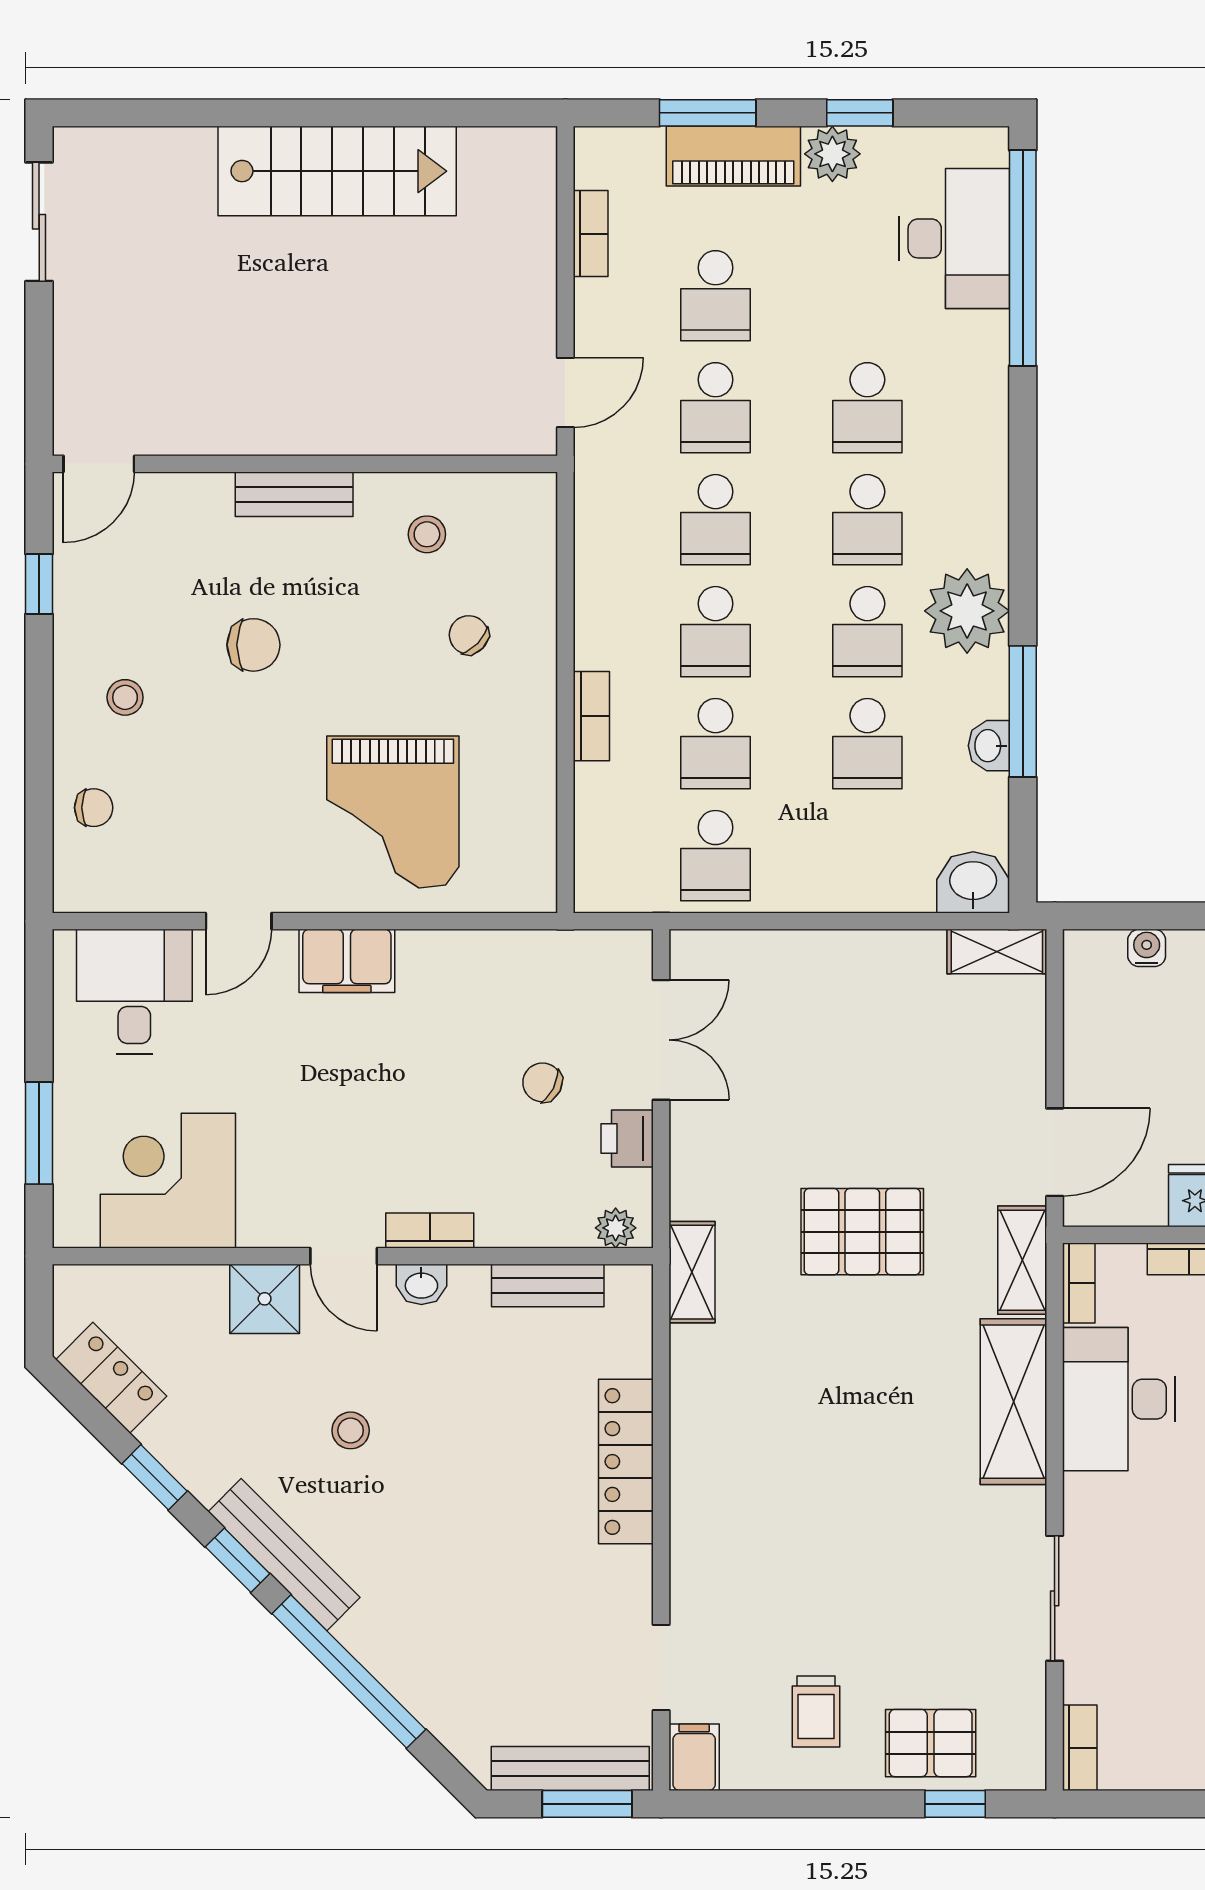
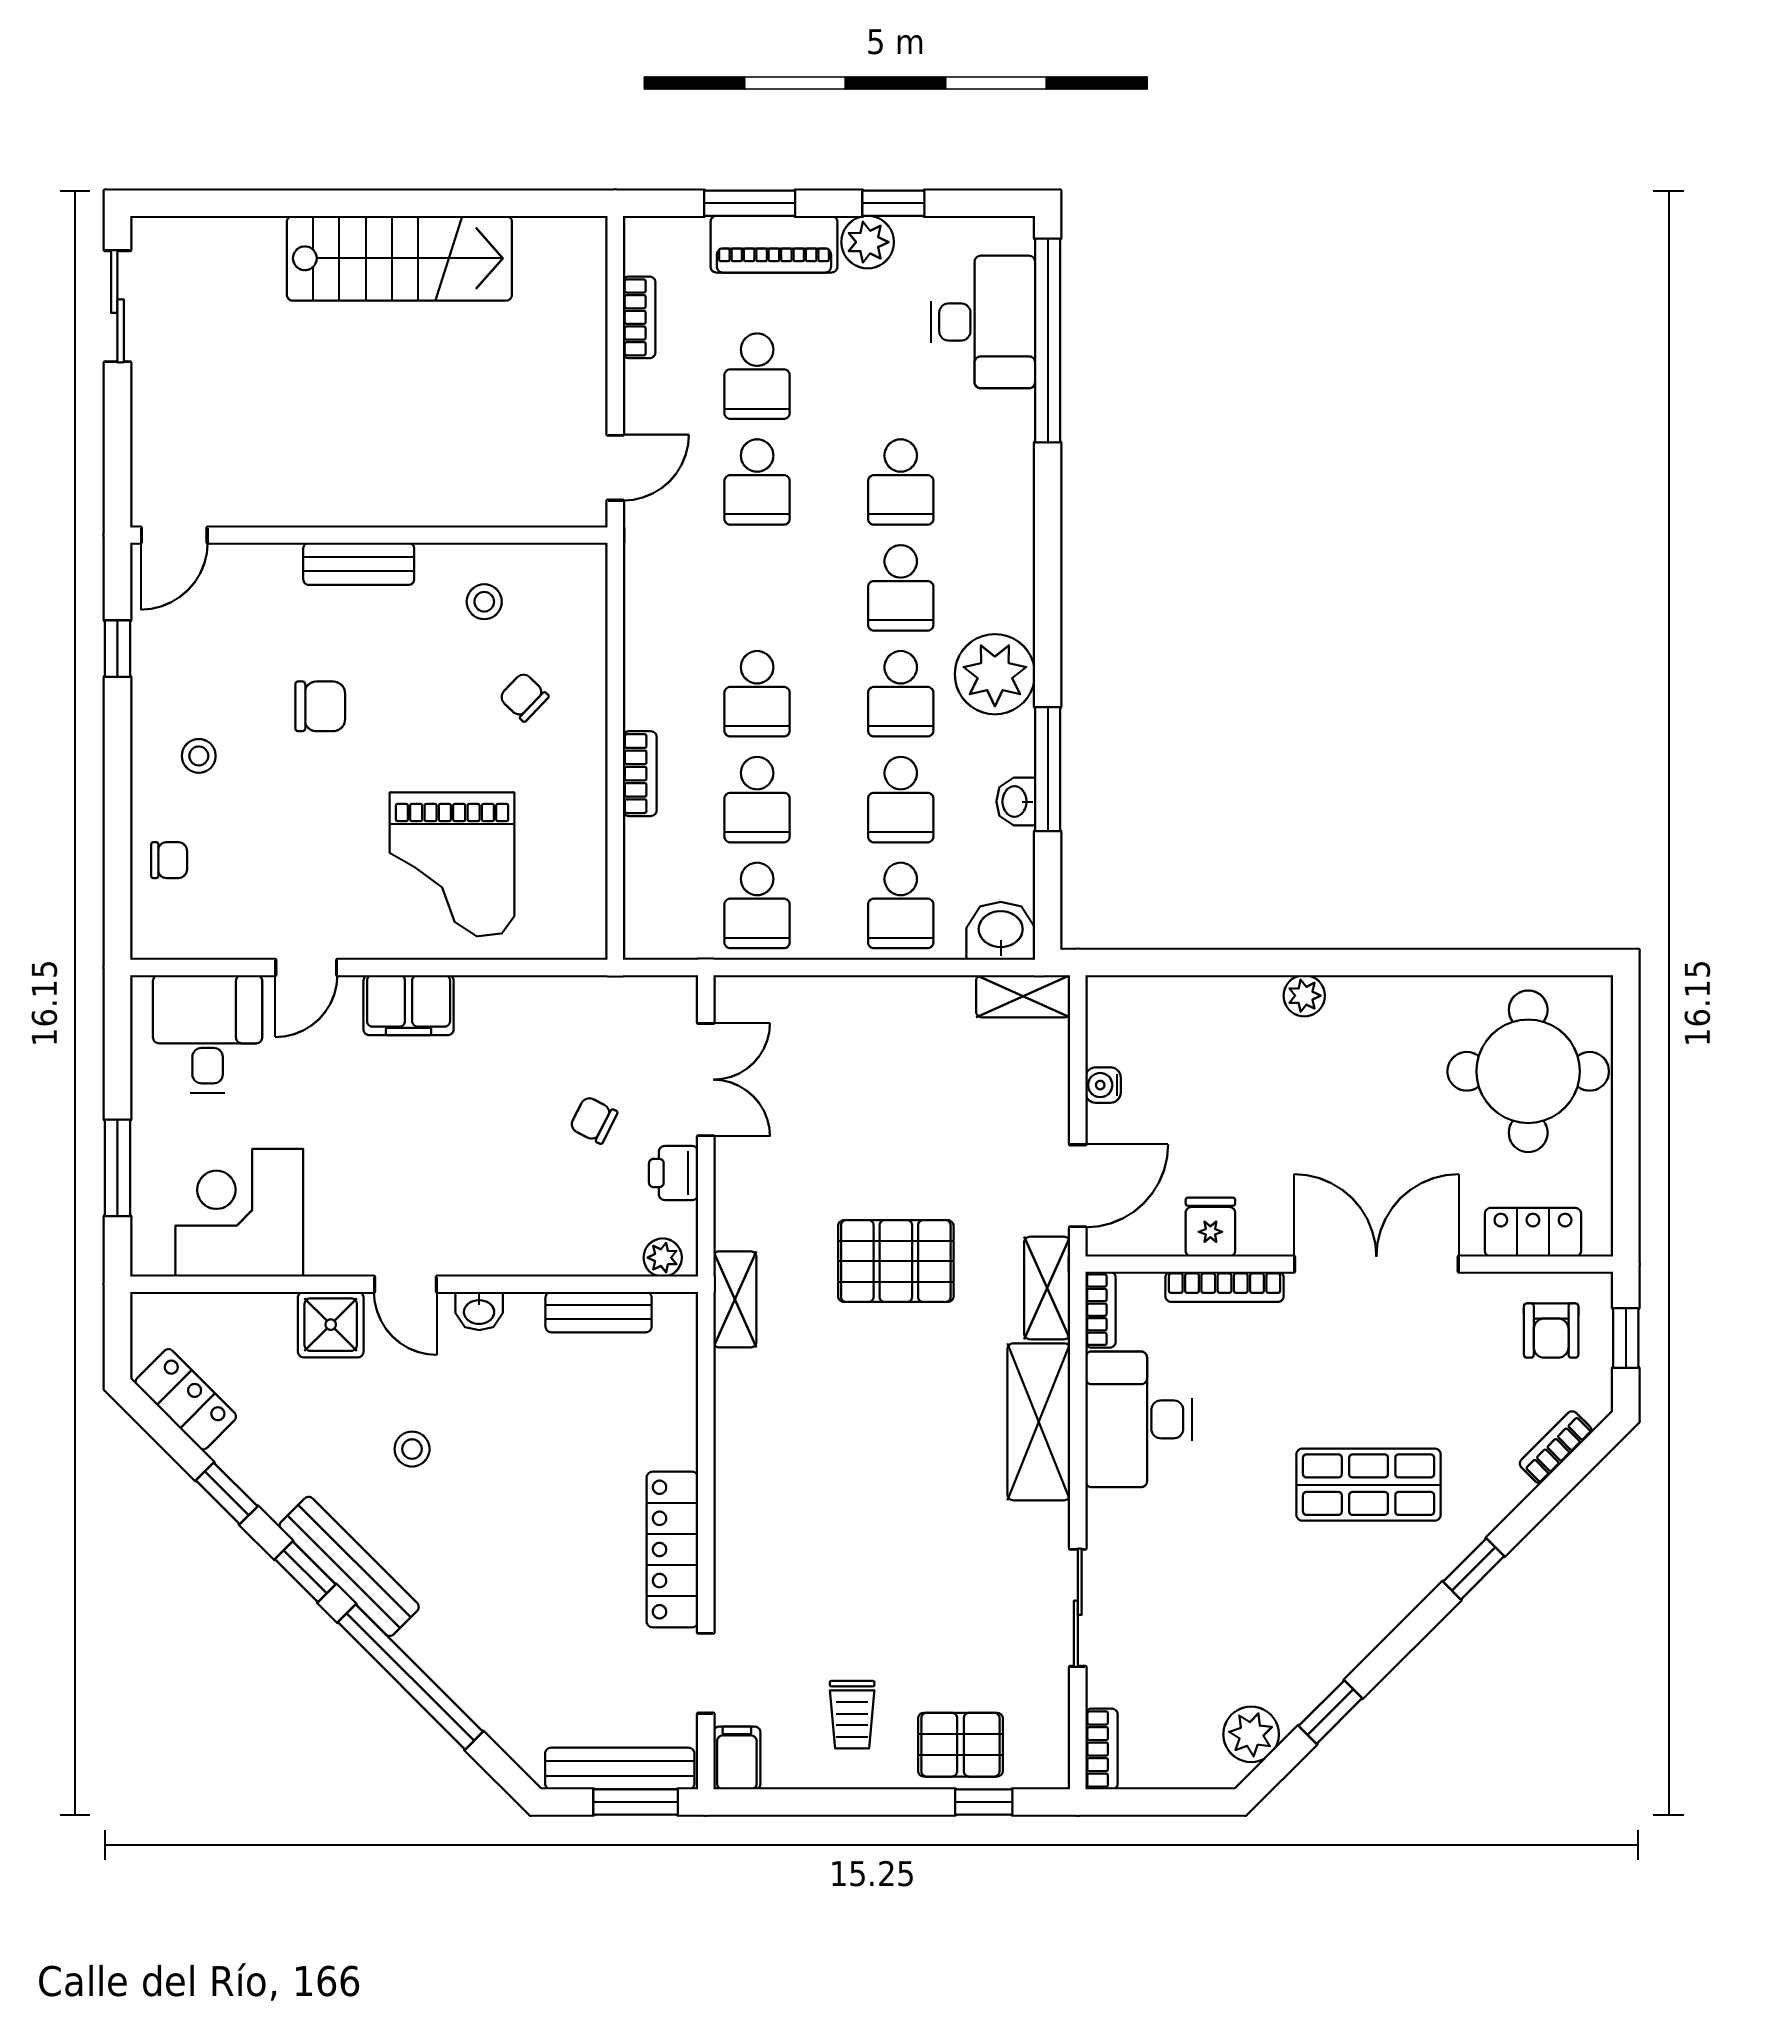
school desk: (715, 520) -> (901, 905), moved
water cooler: (1147, 948) -> (1103, 1085), moved, turned -90
bookcase: (430, 1231) -> (487, 1260), removed
locker: (626, 1462) -> (672, 1549), moved

